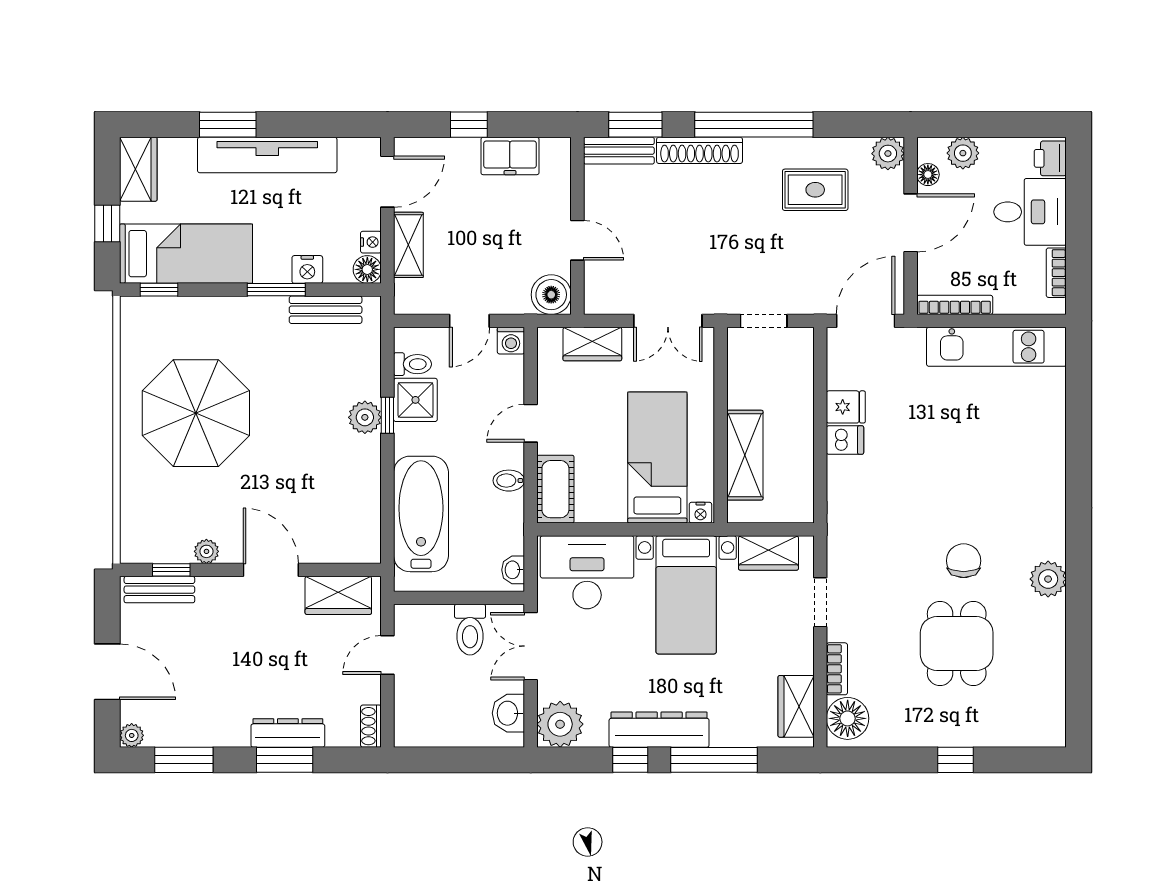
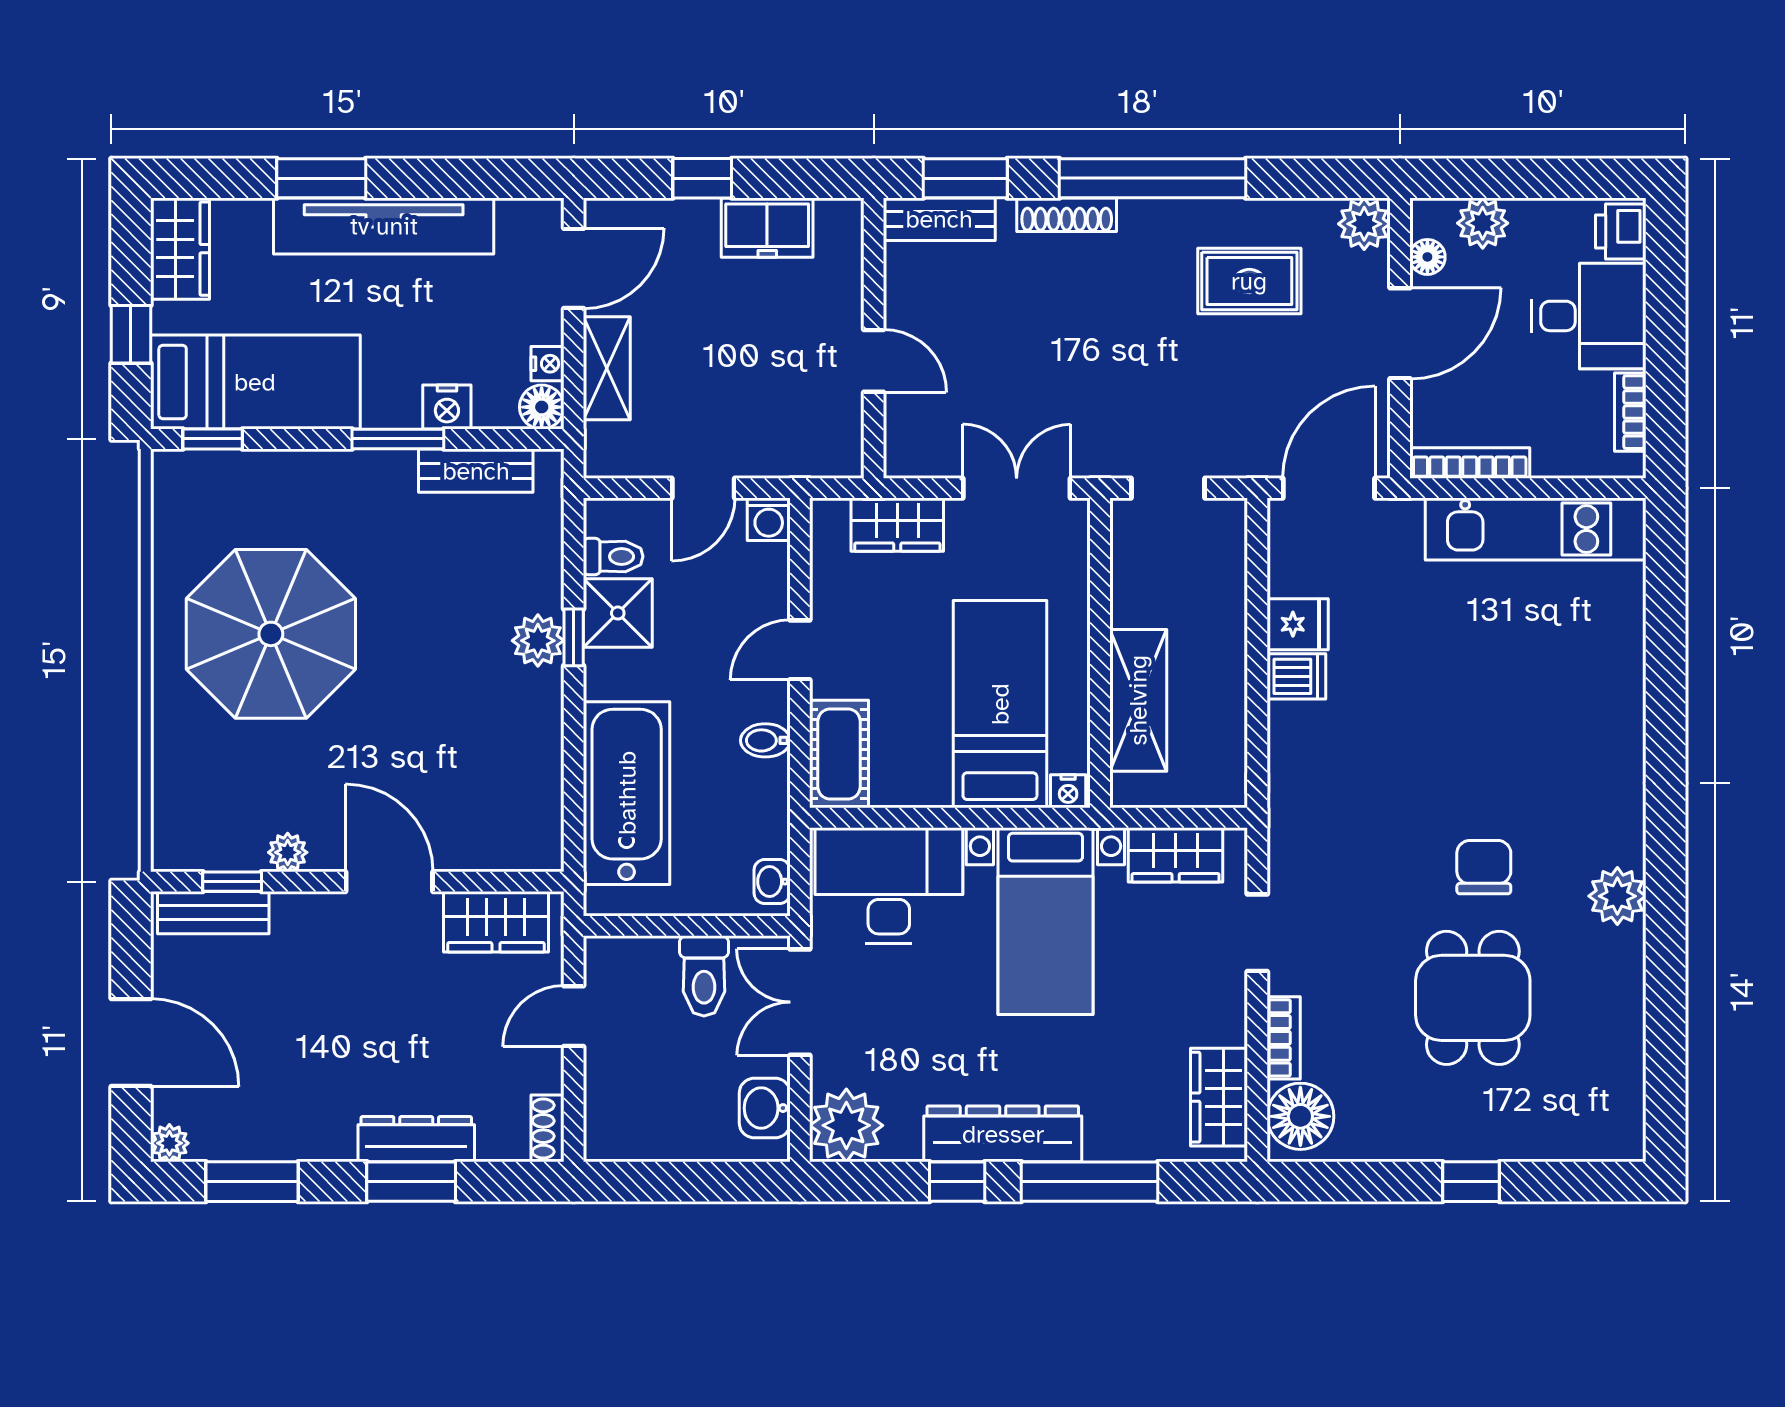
shoe rack: (700, 150) -> (1067, 215), width x0.74, depth x0.81
boiler: (551, 295) -> (832, 447), removed
double door: (668, 321) -> (1017, 488), swing flipped

